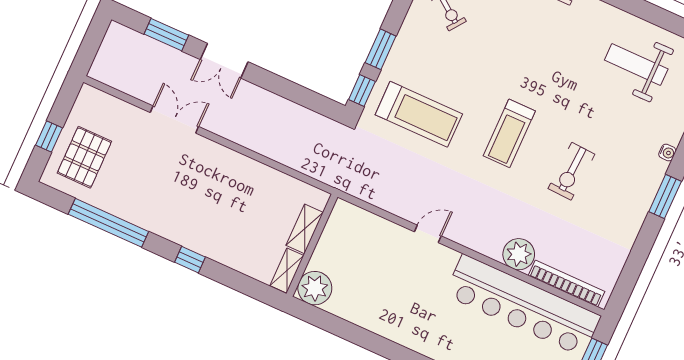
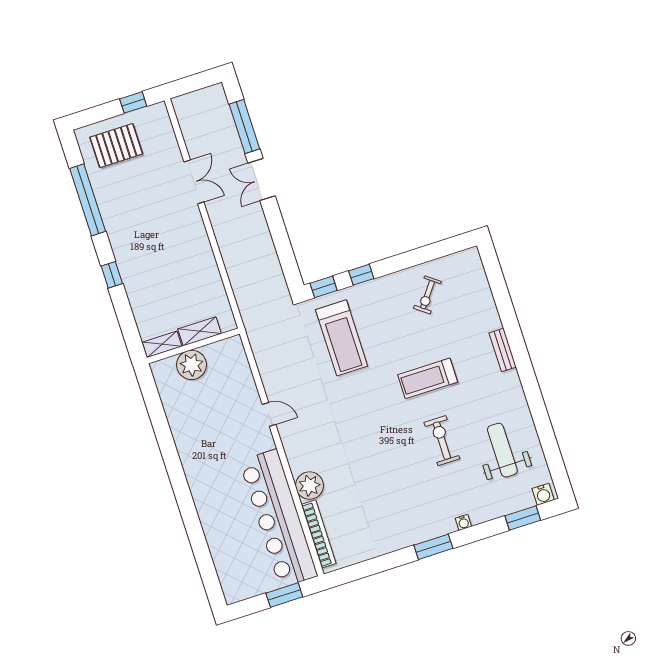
window: (166, 35) -> (244, 127), width x1.44
window: (381, 49) -> (361, 275), width x0.67
treadmill: (509, 133) -> (428, 378), moved
window: (49, 136) -> (133, 102), moved
exercise bike: (571, 171) -> (442, 441), moved, turned 87
plant: (315, 288) -> (192, 365), moved

